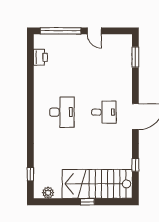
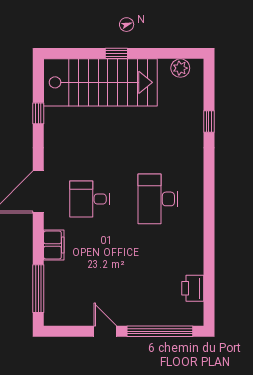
window: (135, 57) -> (38, 289), width x1.44
filing cabinet: (126, 84) -> (54, 245), added
window: (30, 174) -> (209, 122), moved

